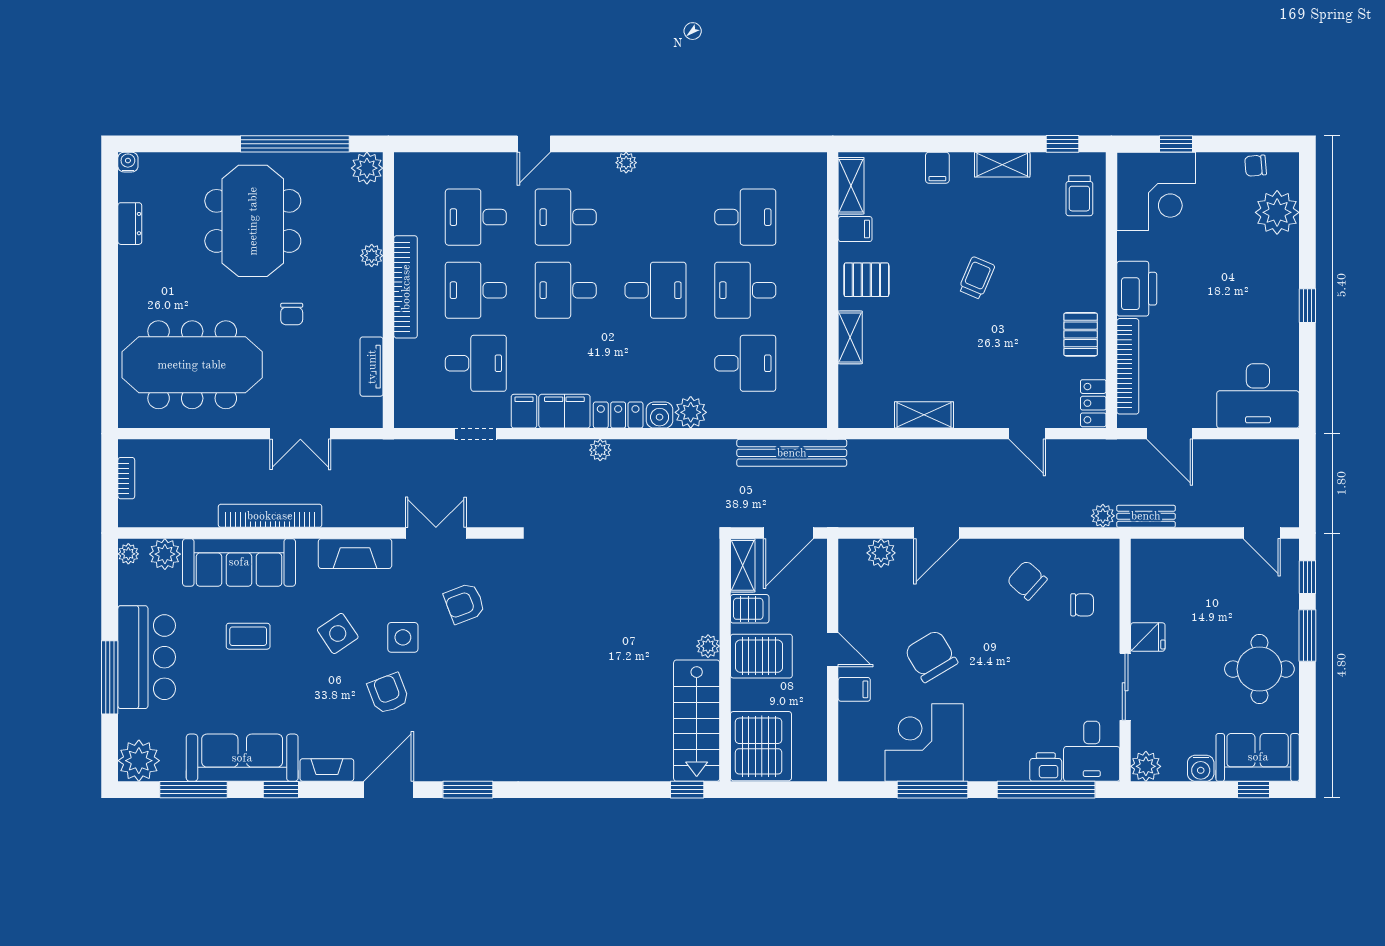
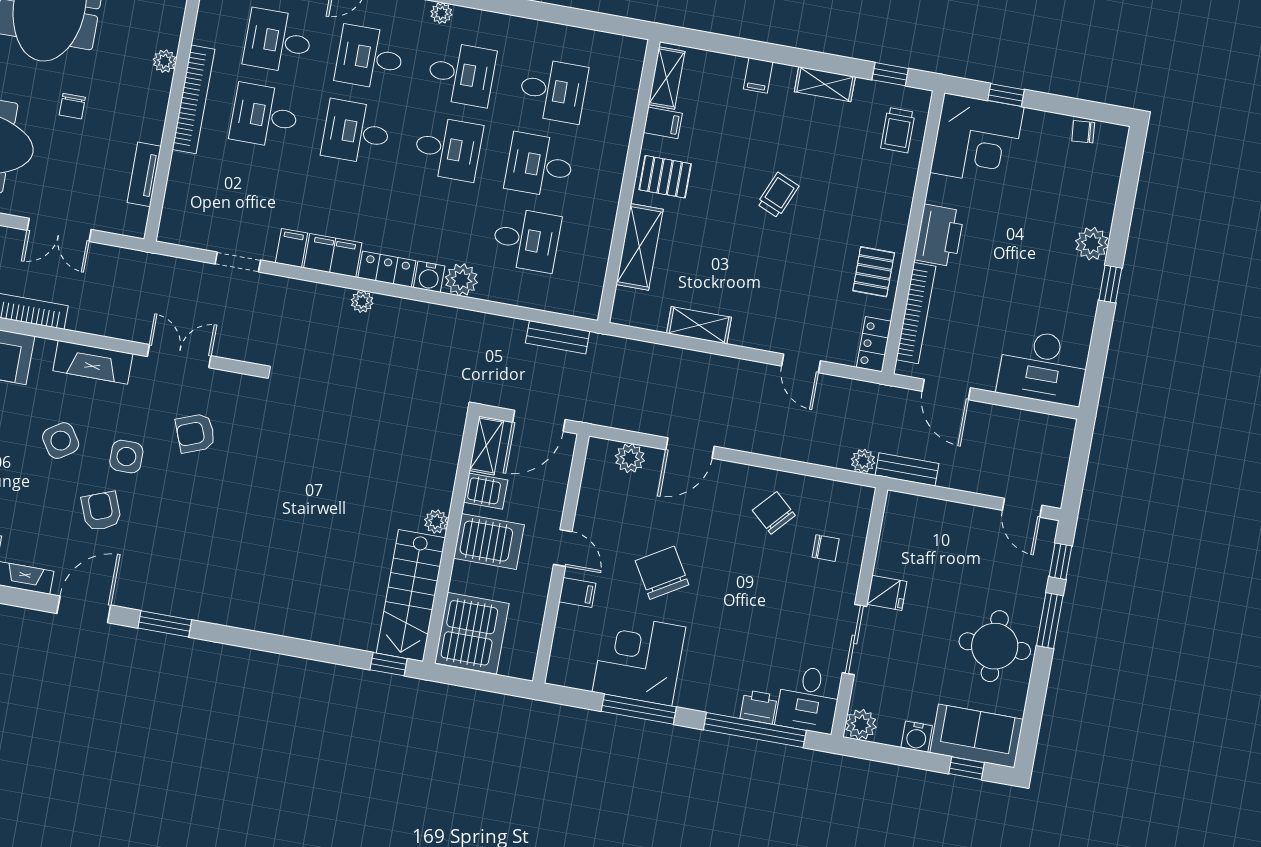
plant: (1277, 212) -> (1092, 244), moved, width x0.73, depth x0.73
shelving: (850, 337) -> (640, 247), width x1.50, depth x1.33
desk: (476, 363) -> (461, 74), moved
bench: (792, 453) -> (558, 337), width x0.54, depth x0.82

